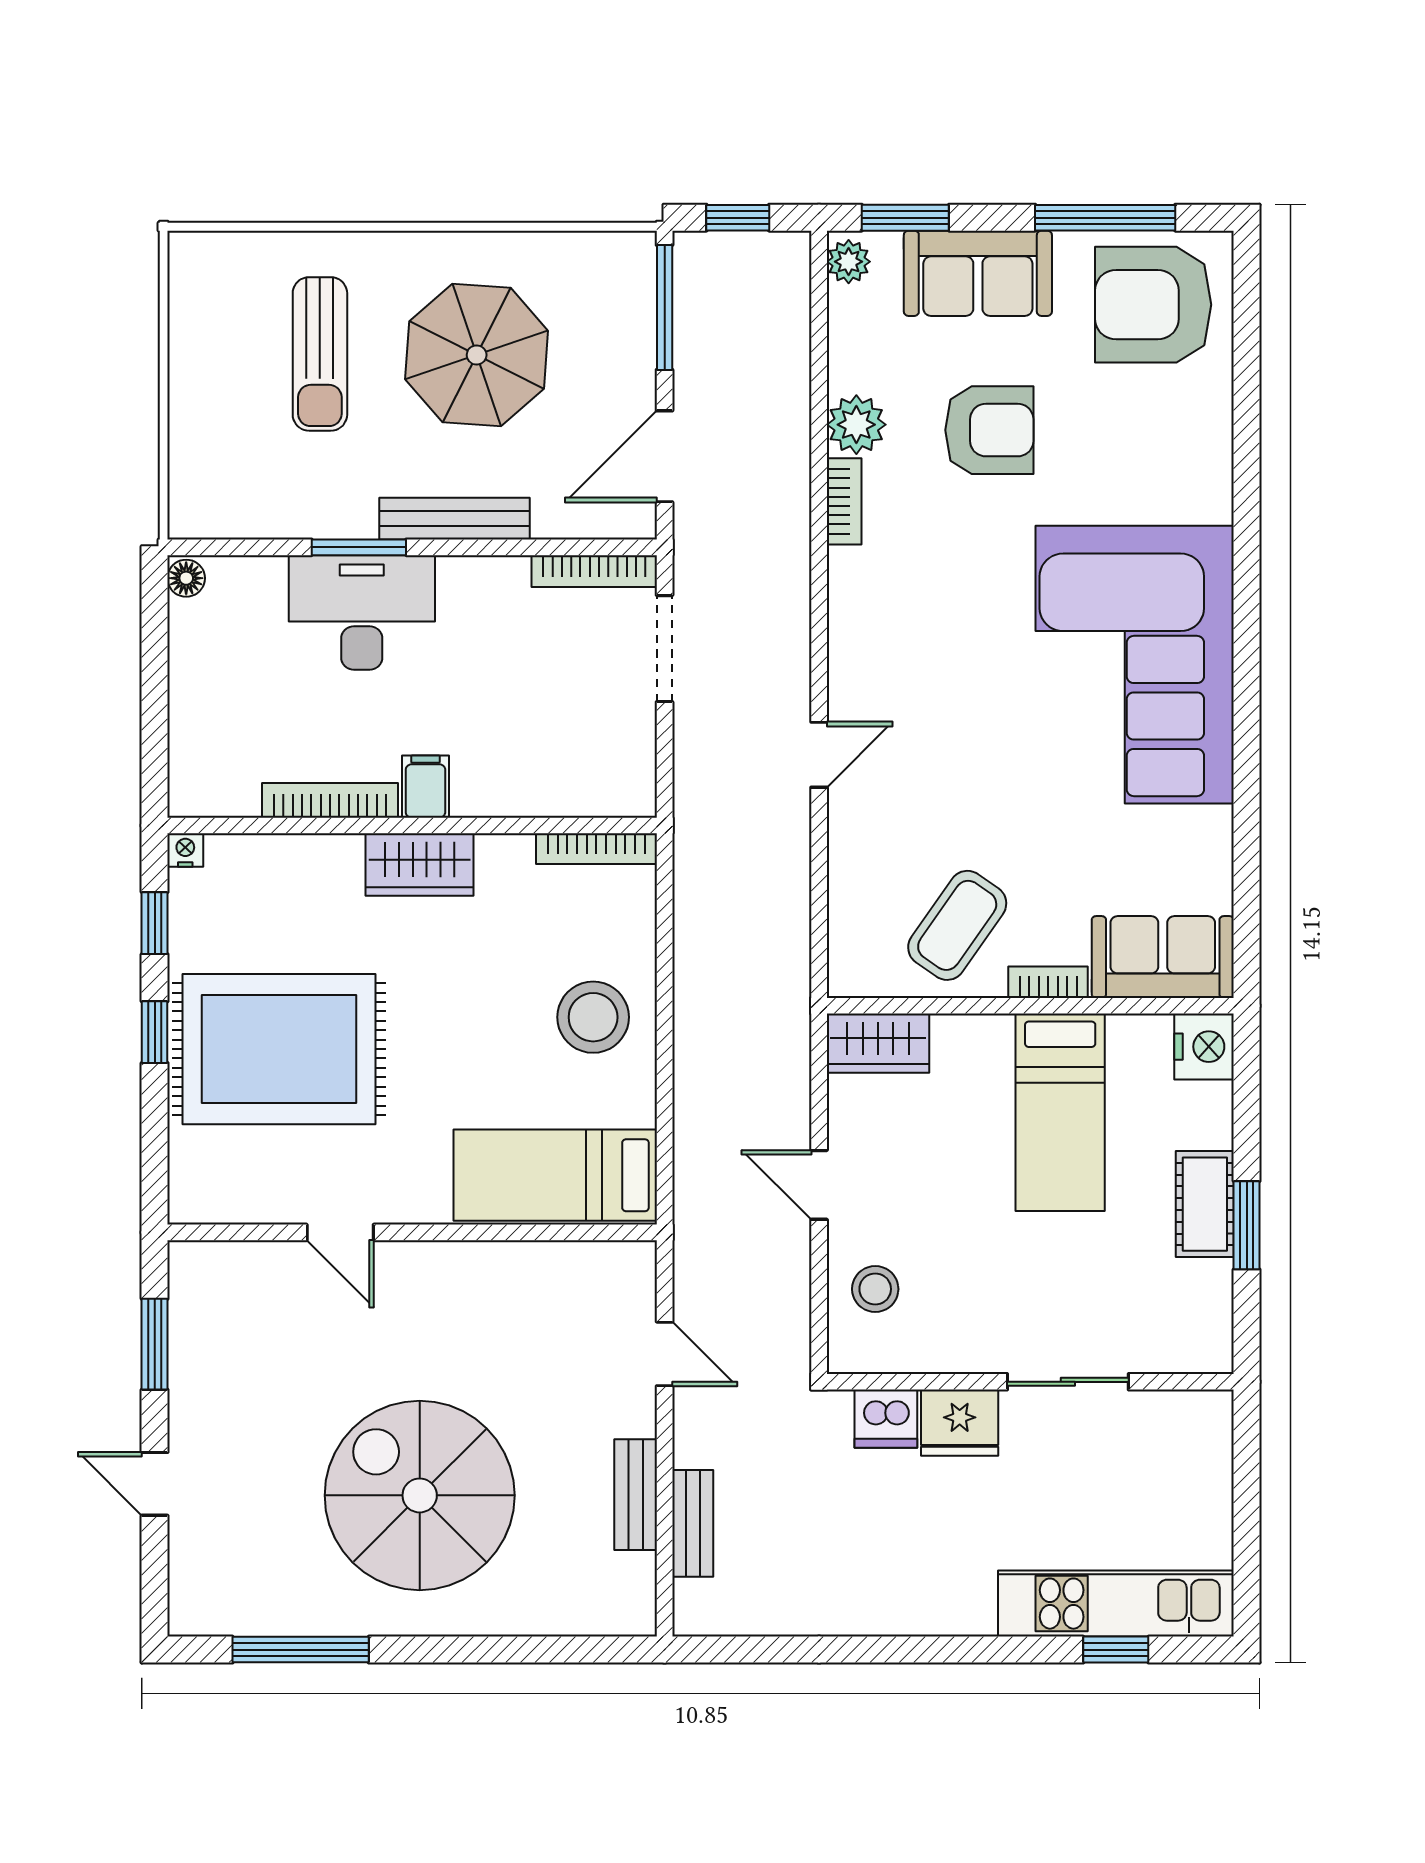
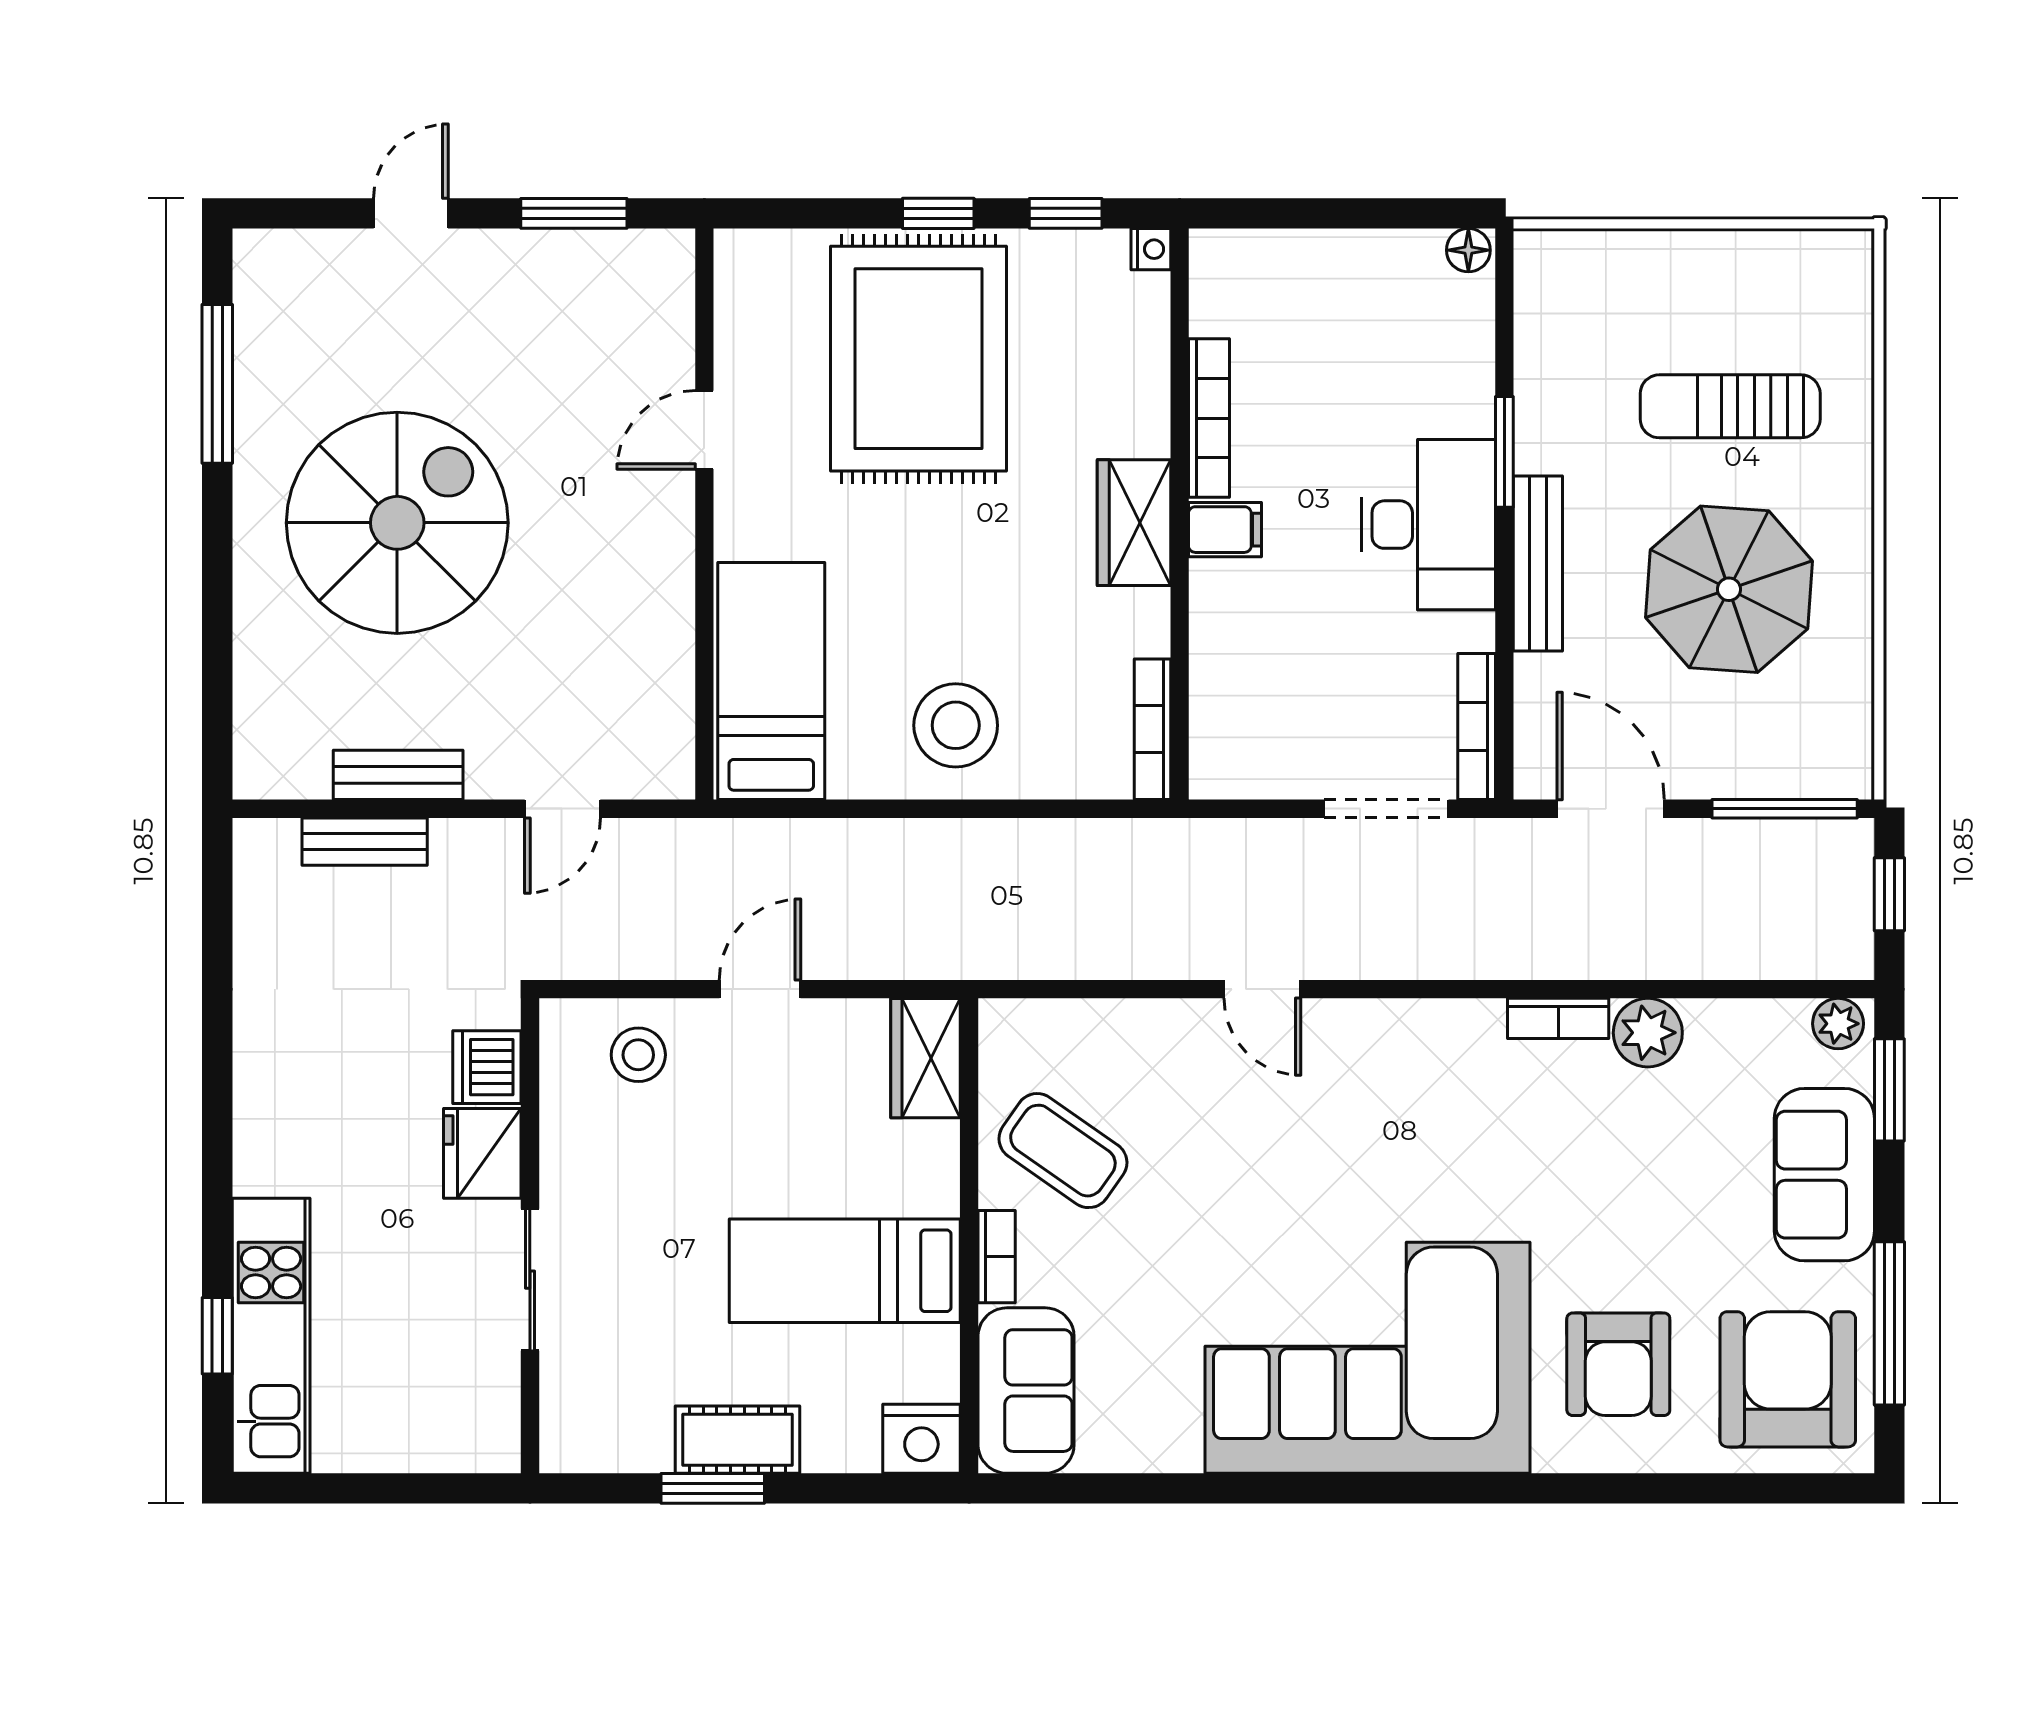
armchair: (989, 430) -> (1618, 1364), moved
desk: (362, 612) -> (1428, 525), moved

